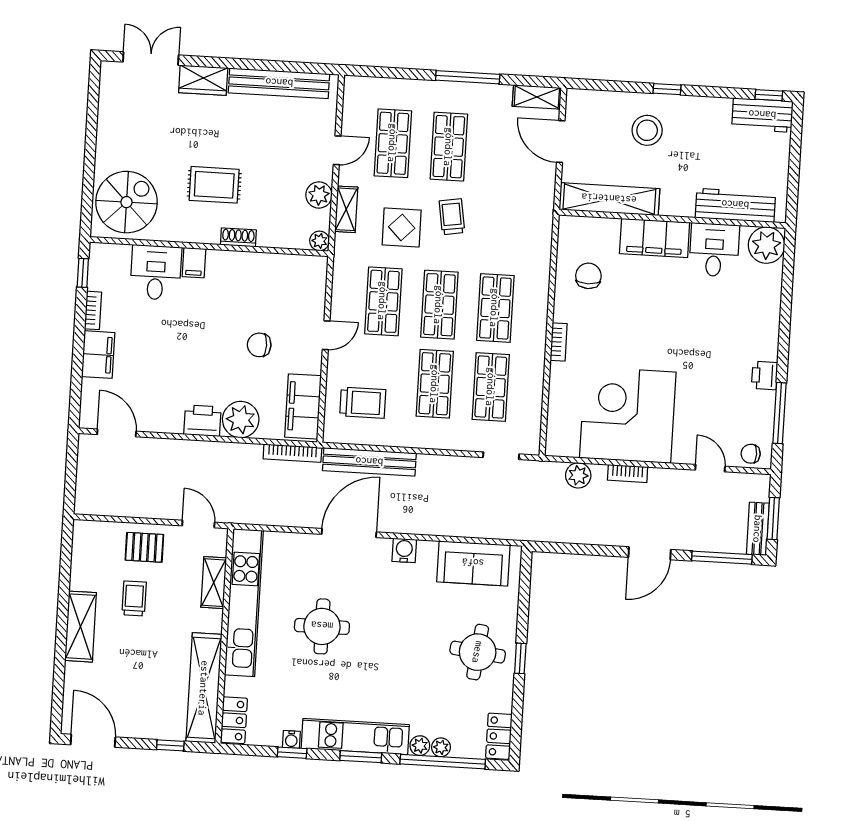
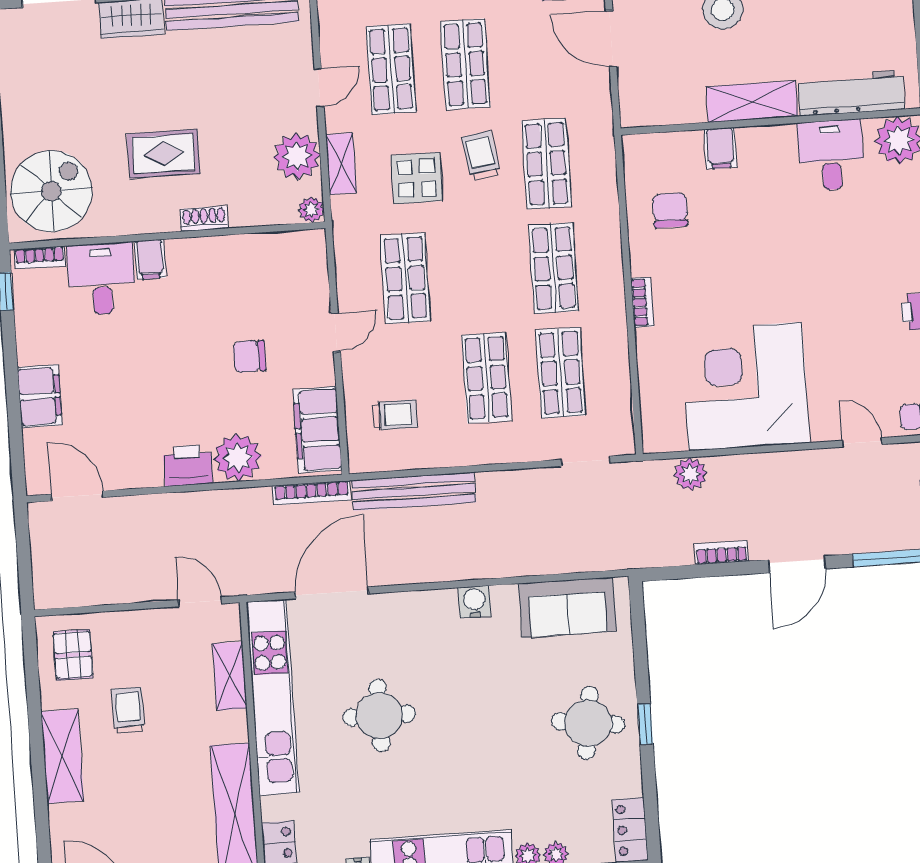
plant: (319, 195) -> (297, 156), width x1.36, depth x1.36
shelving: (609, 199) -> (752, 102), moved, width x0.68
filing cabinet: (655, 238) -> (720, 148), width x0.33, depth x0.86
shop shelf: (439, 305) -> (546, 164), moved
bookcase: (93, 310) -> (40, 258), moved, turned 90
trolley: (363, 403) -> (395, 415), width x0.73, depth x0.72
bookcase: (628, 474) -> (722, 553), moved, turned 180
door: (349, 533) -> (332, 593), moved
pallet: (144, 547) -> (73, 655), moved, turned 90

